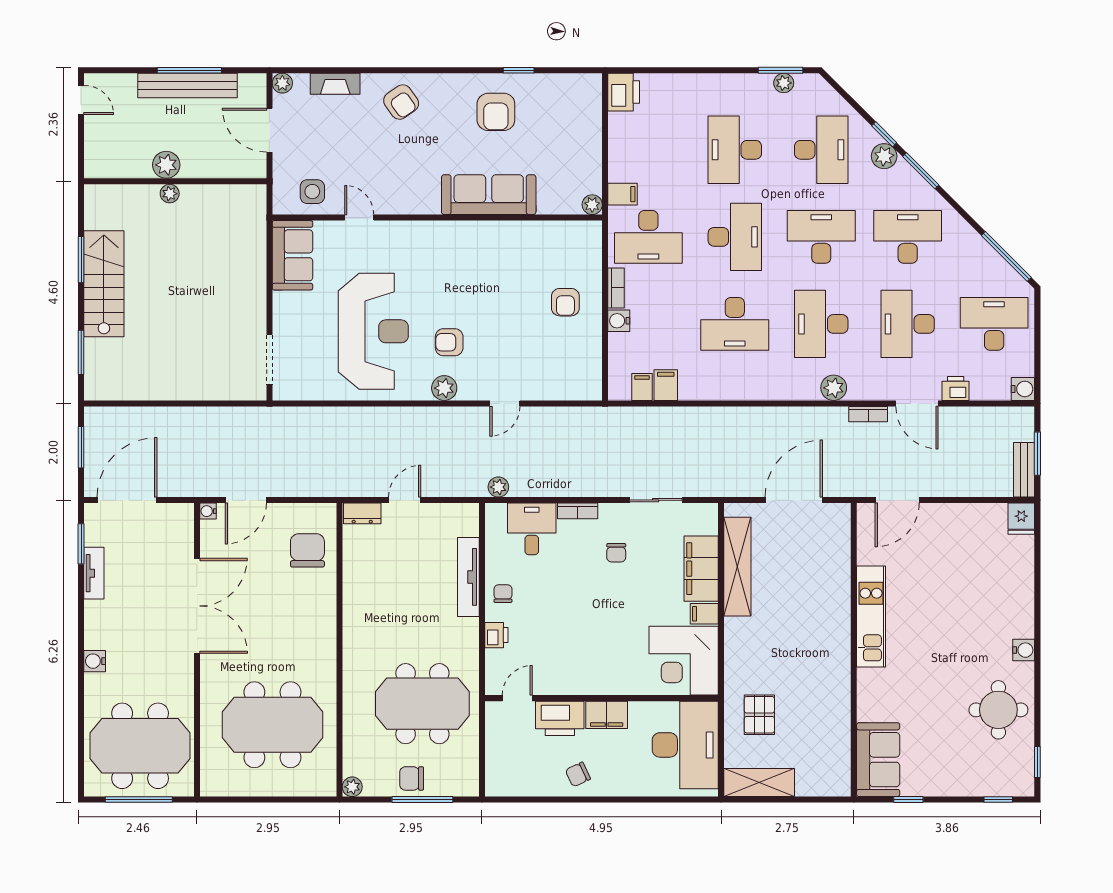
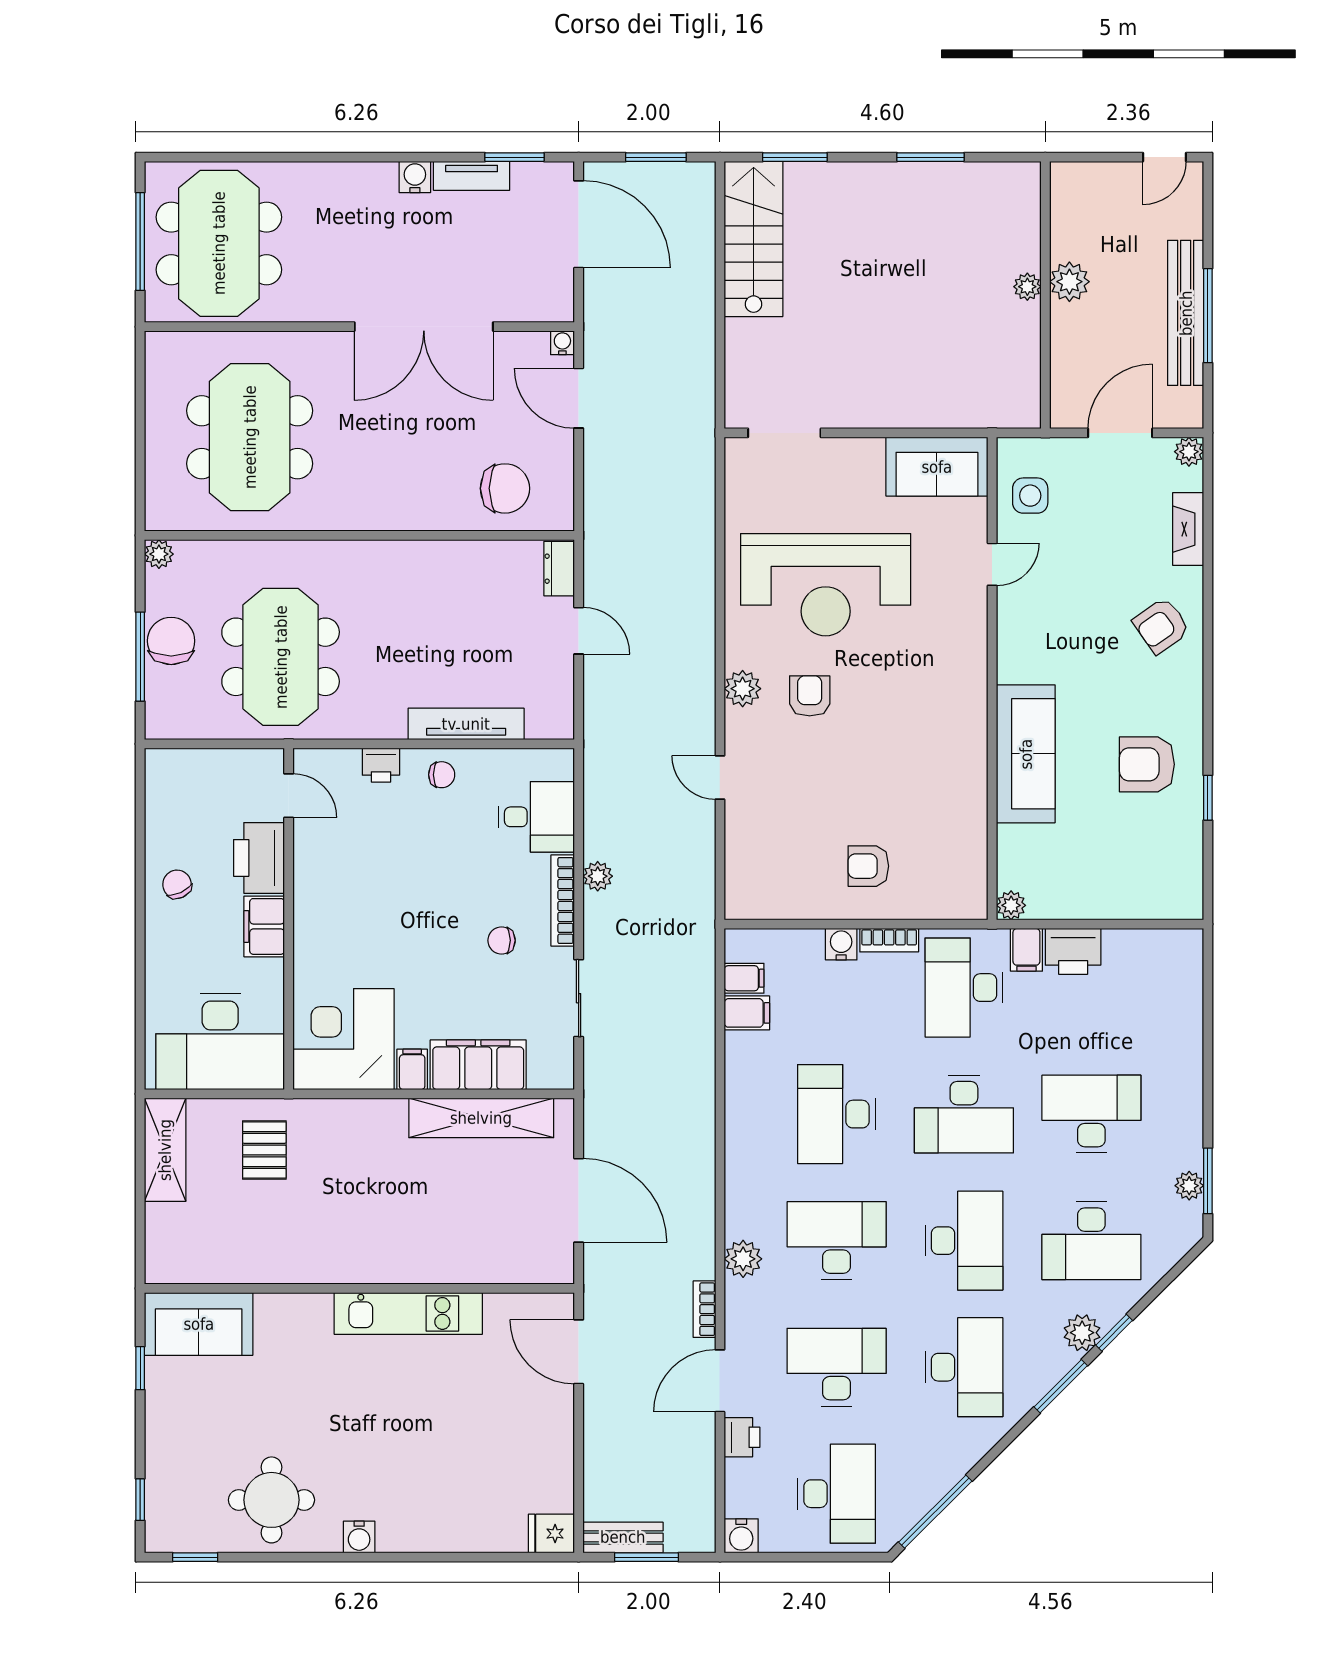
printer: (624, 92) -> (1073, 951), moved
stairs: (104, 284) -> (754, 239), moved, turned -90
plant: (498, 487) -> (598, 876), moved
bookcase: (578, 511) -> (563, 901), width x1.56
water cooler: (95, 661) -> (415, 177), moved
pallet: (759, 715) -> (264, 1150), turned 90
chair: (412, 778) -> (171, 641), width x1.37, depth x1.37

